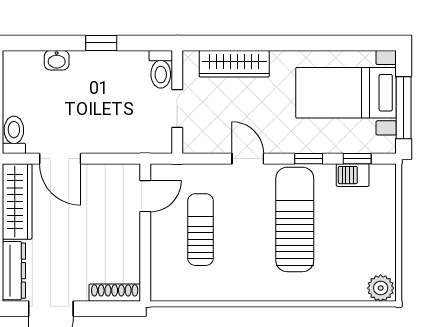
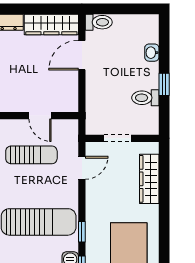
toilet: (161, 69) -> (145, 98), moved
door: (248, 159) -> (82, 168), moved
door: (145, 196) -> (40, 116), moved

